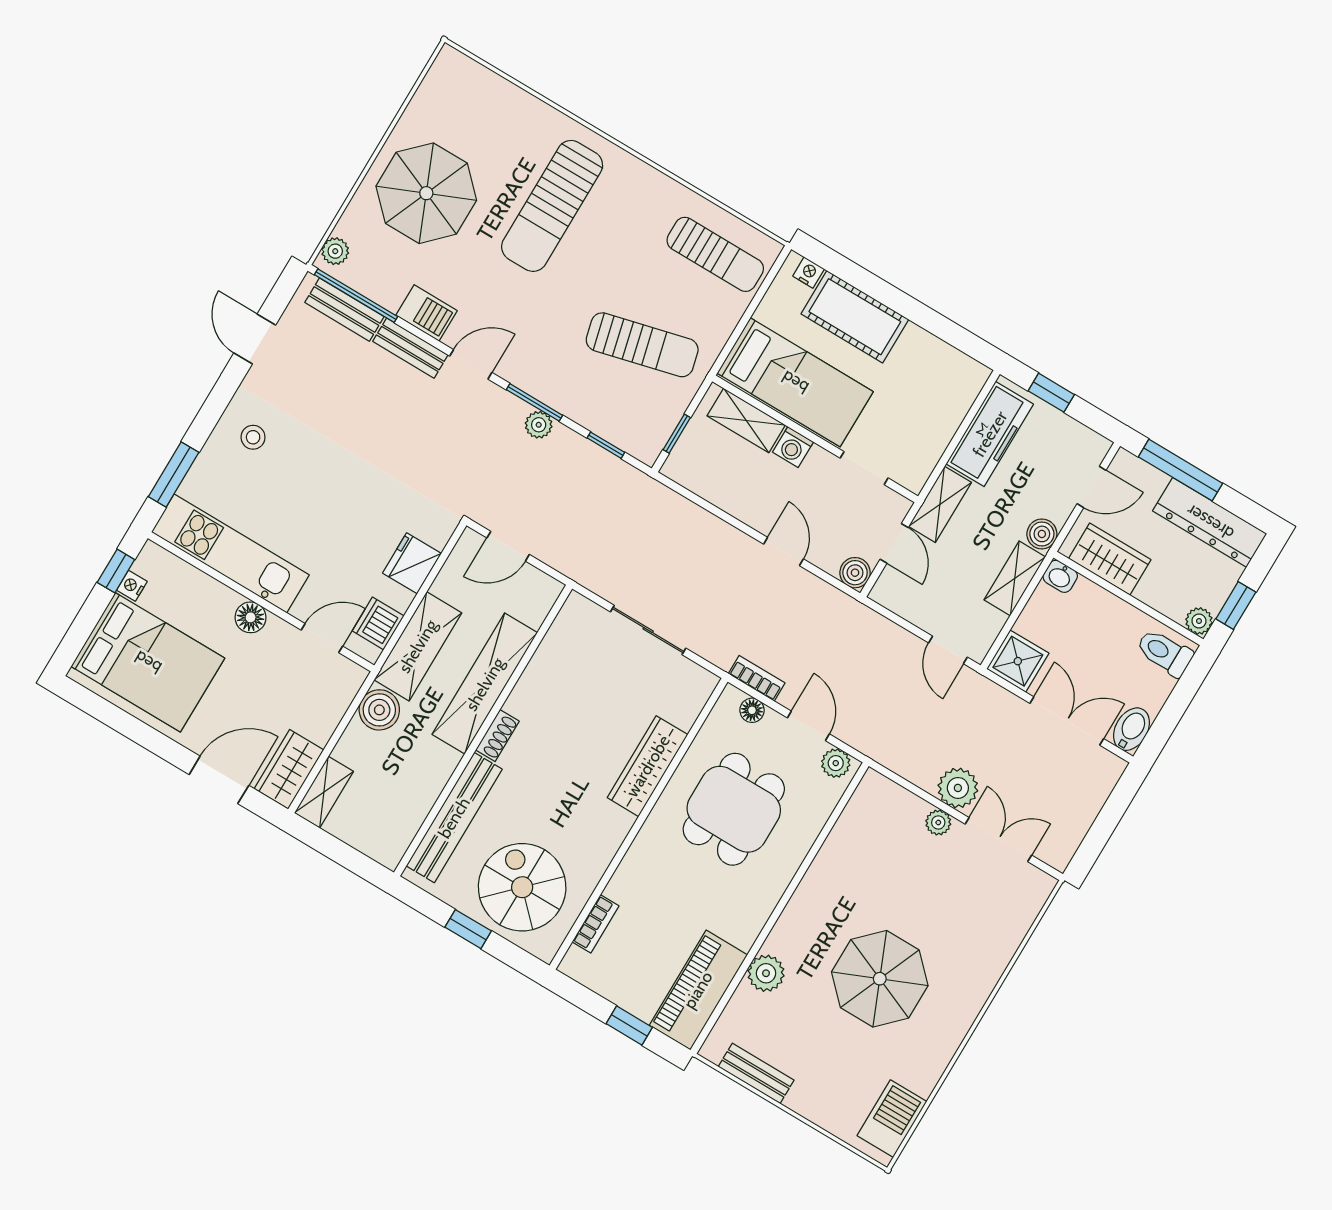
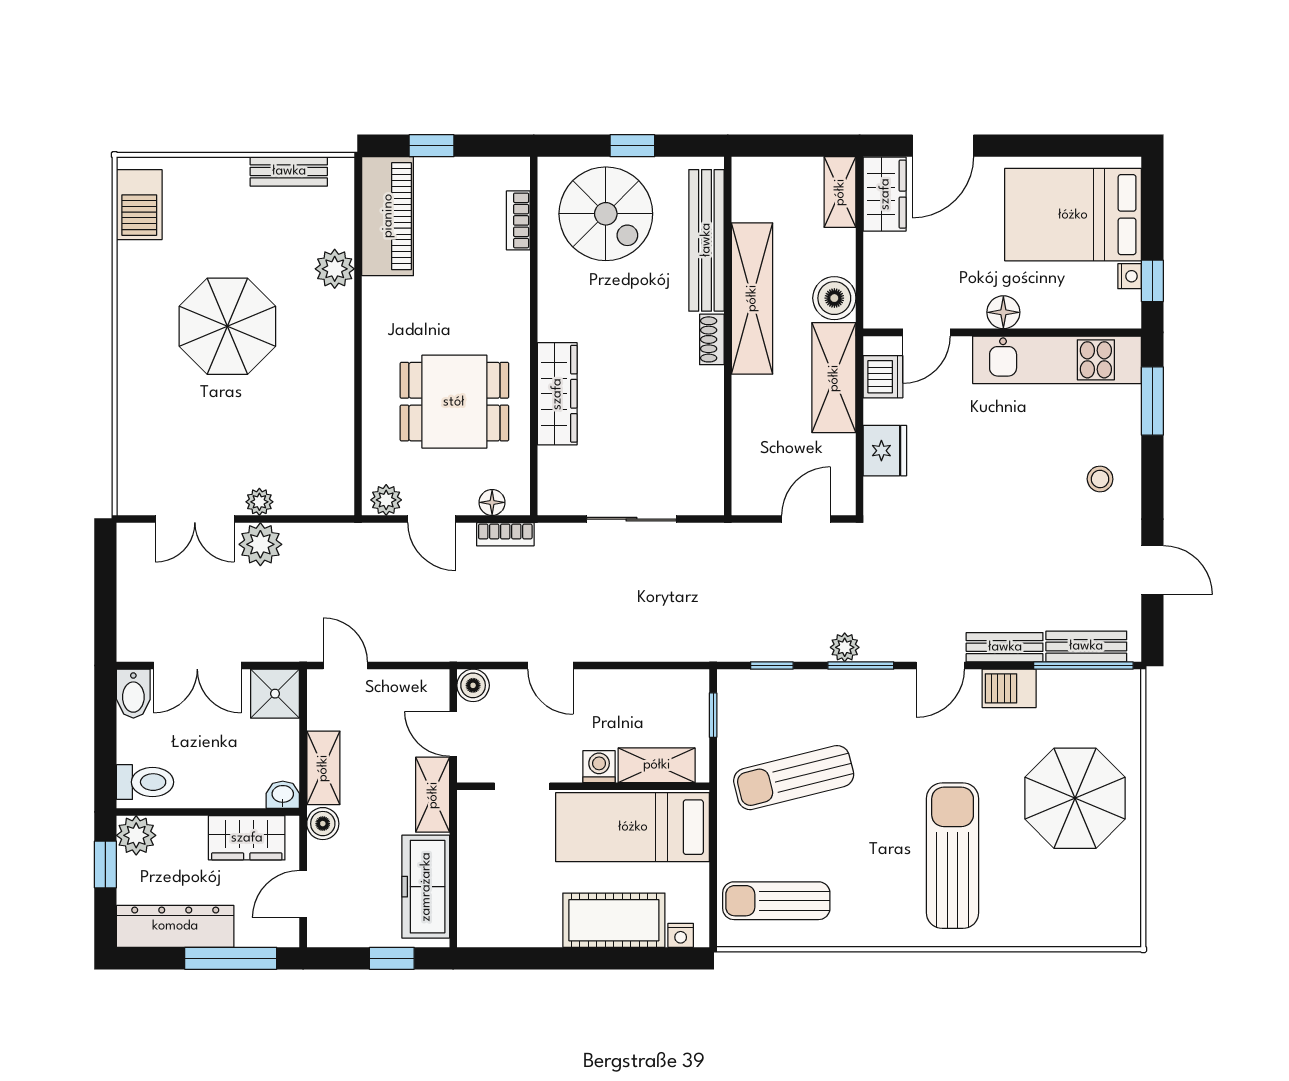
plant: (335, 251) -> (1127, 695), removed
plant: (1199, 621) -> (136, 835), width x1.38, depth x1.38
shelving: (485, 684) -> (752, 298), moved
dining table: (734, 809) -> (454, 402), turned 90

